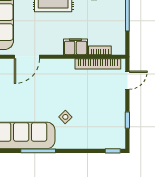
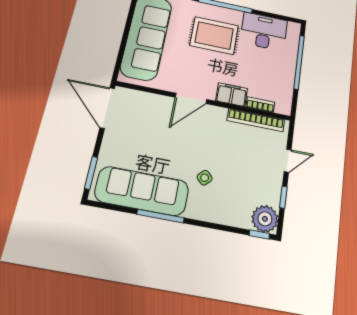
door: (27, 57) -> (191, 98), moved
door: (127, 80) -> (288, 161), moved
plant: (115, 139) -> (265, 219), added

